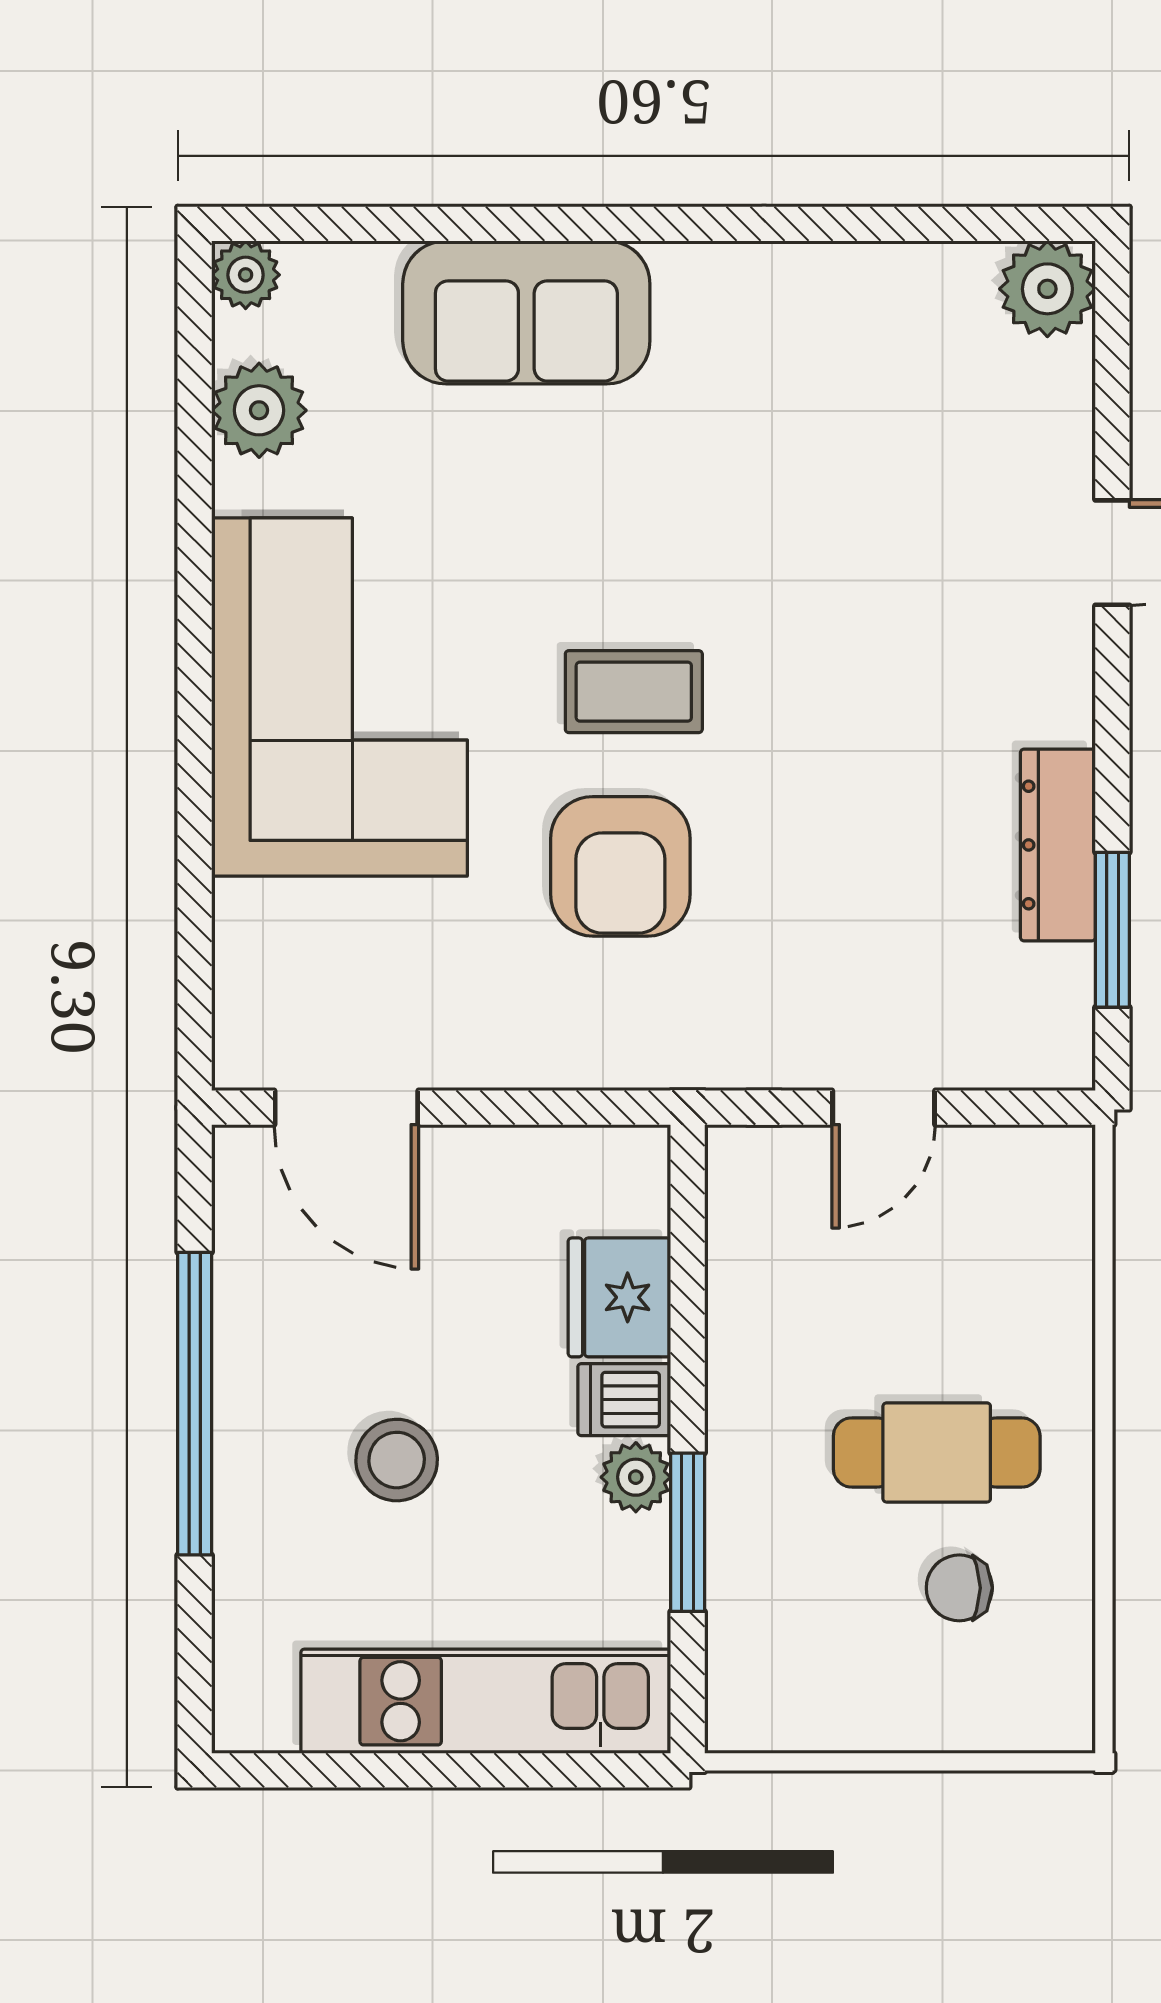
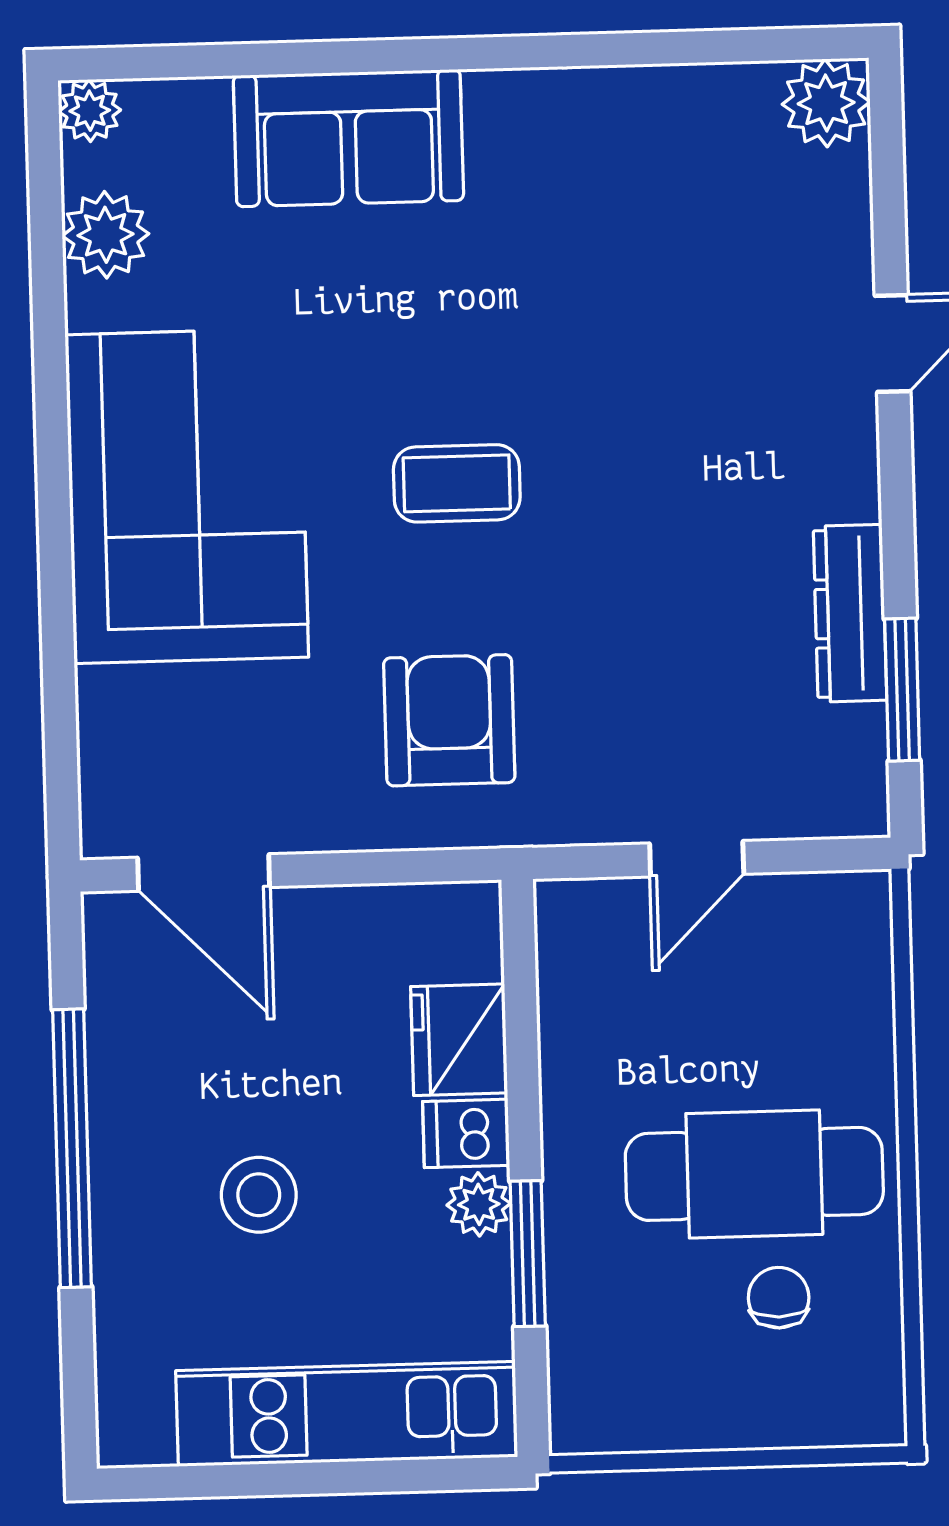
armchair: (620, 866) -> (449, 720), moved, turned 180
cafe table: (937, 1452) -> (754, 1174), width x1.37, depth x1.35
chair: (959, 1588) -> (779, 1298), turned 90

